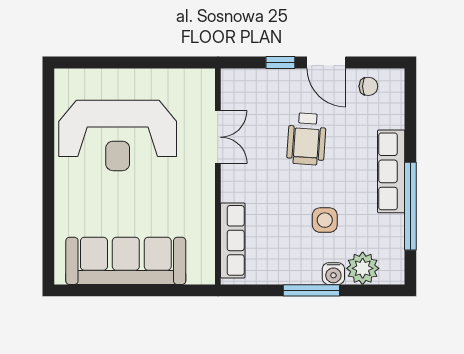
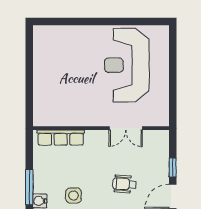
wheelchair: (306, 139) -> (125, 184), width x0.73, depth x0.73
sofa: (126, 261) -> (48, 70), removed

